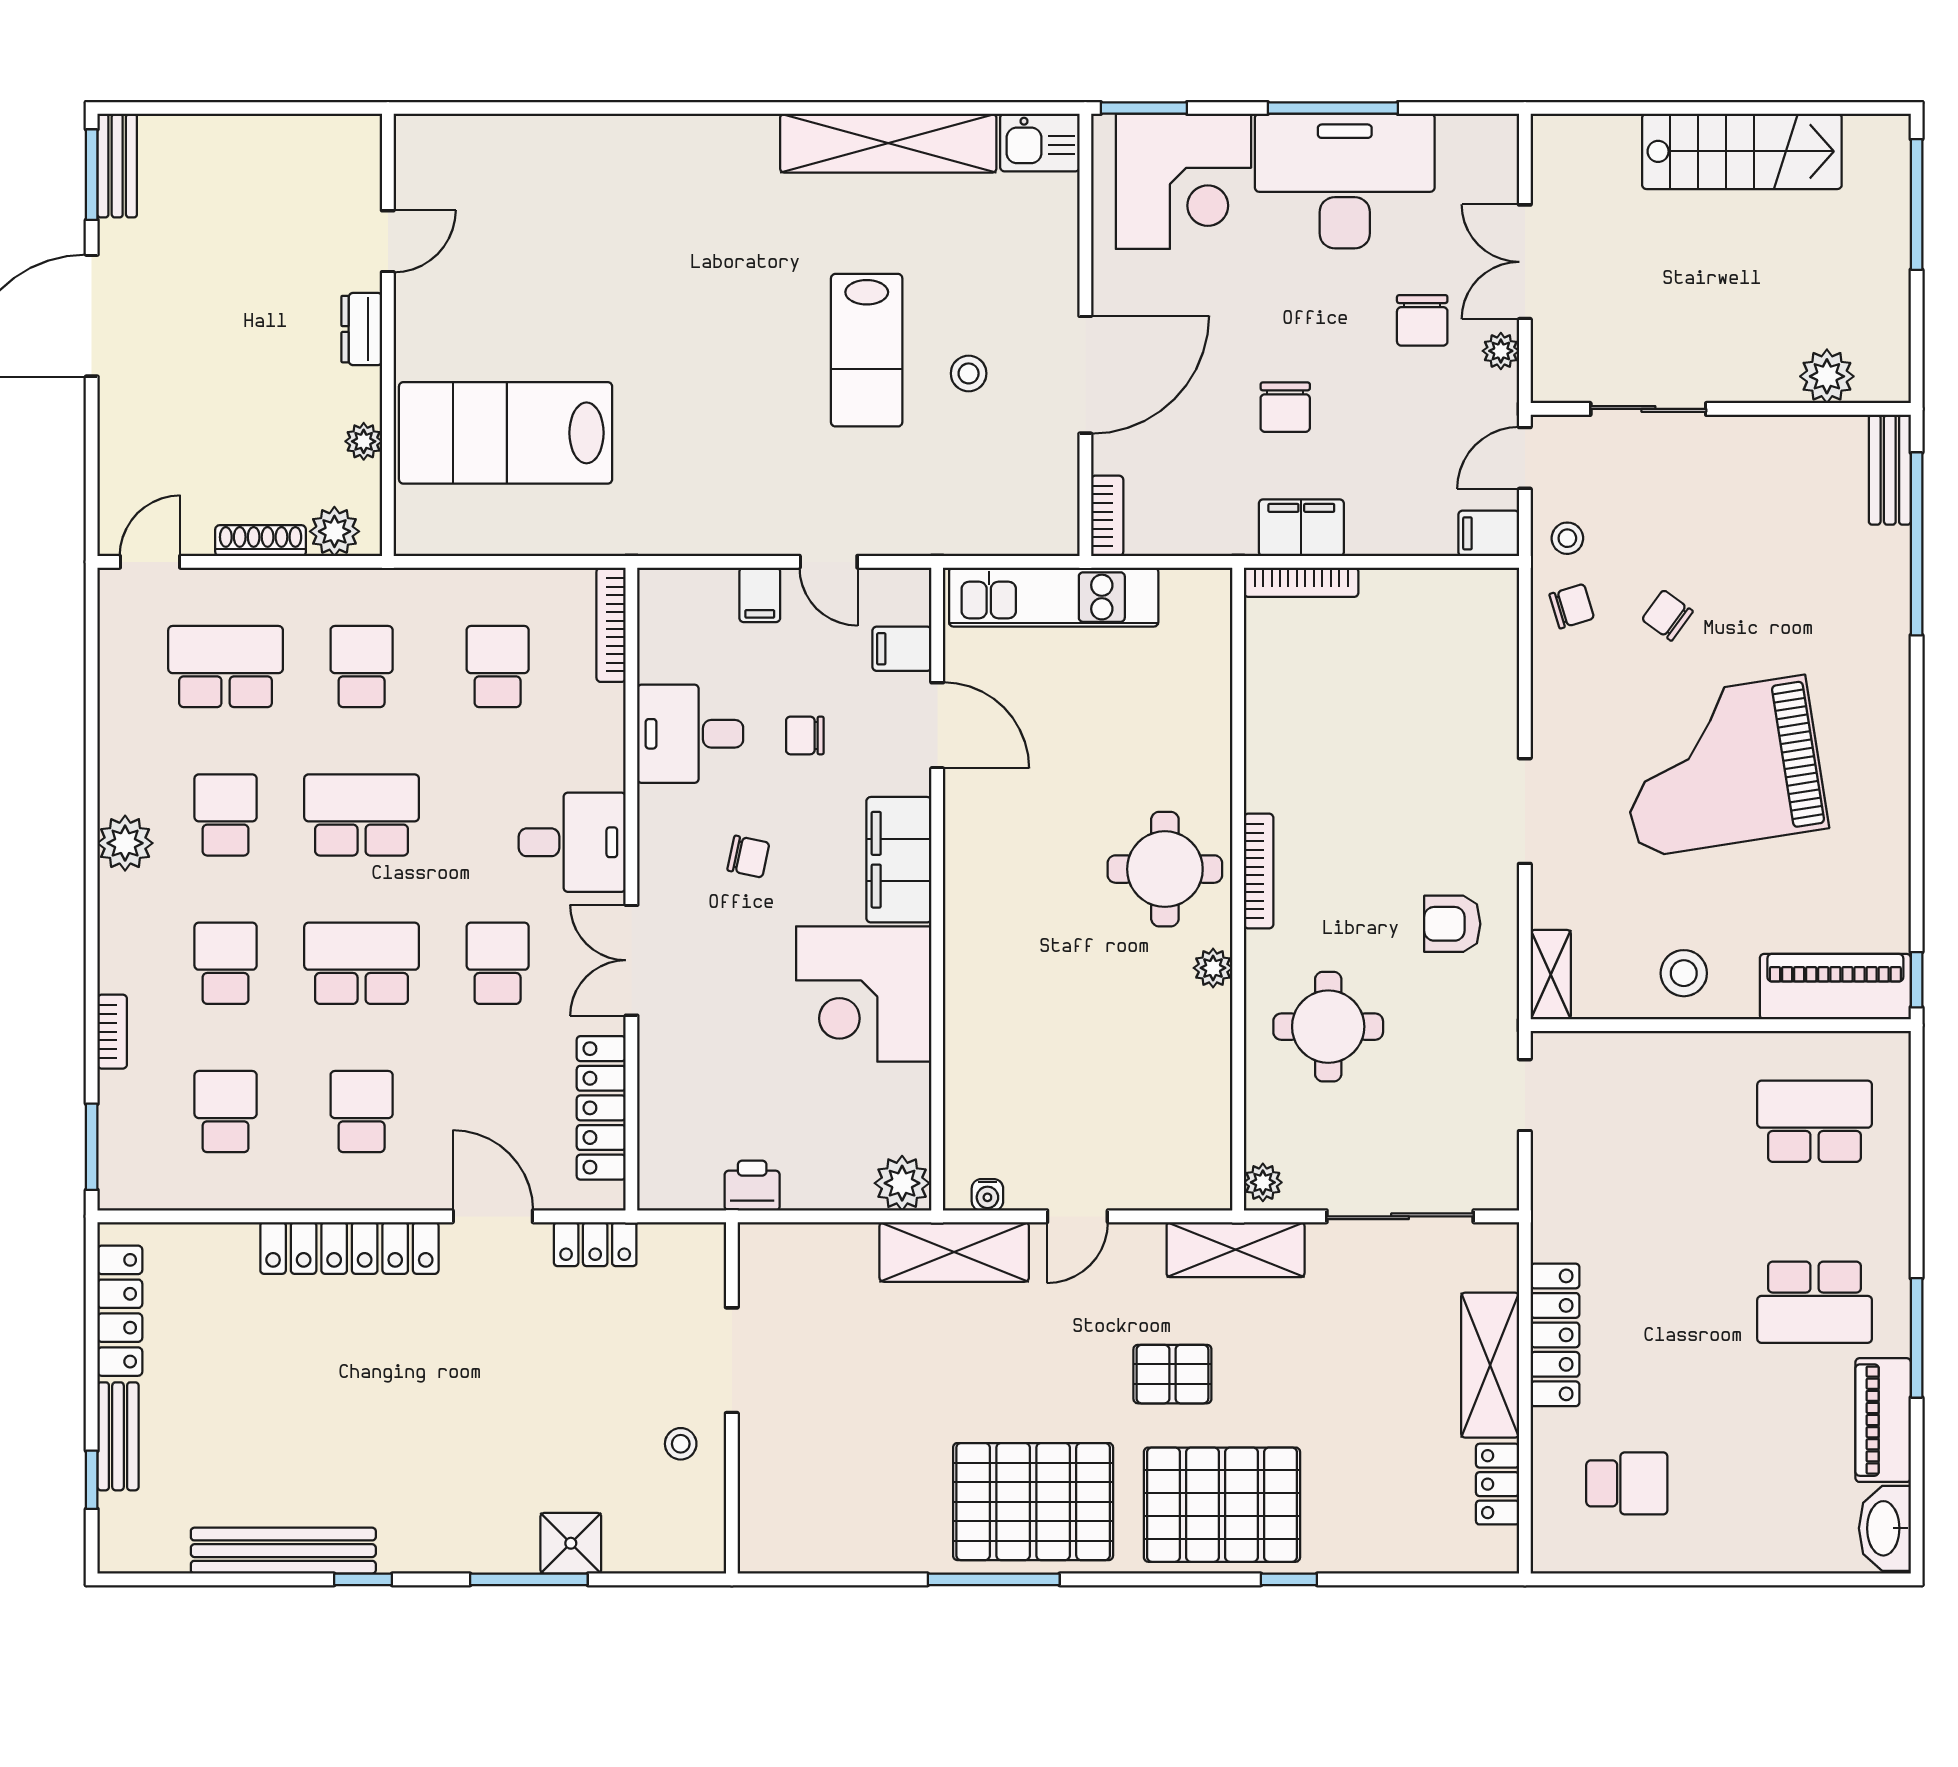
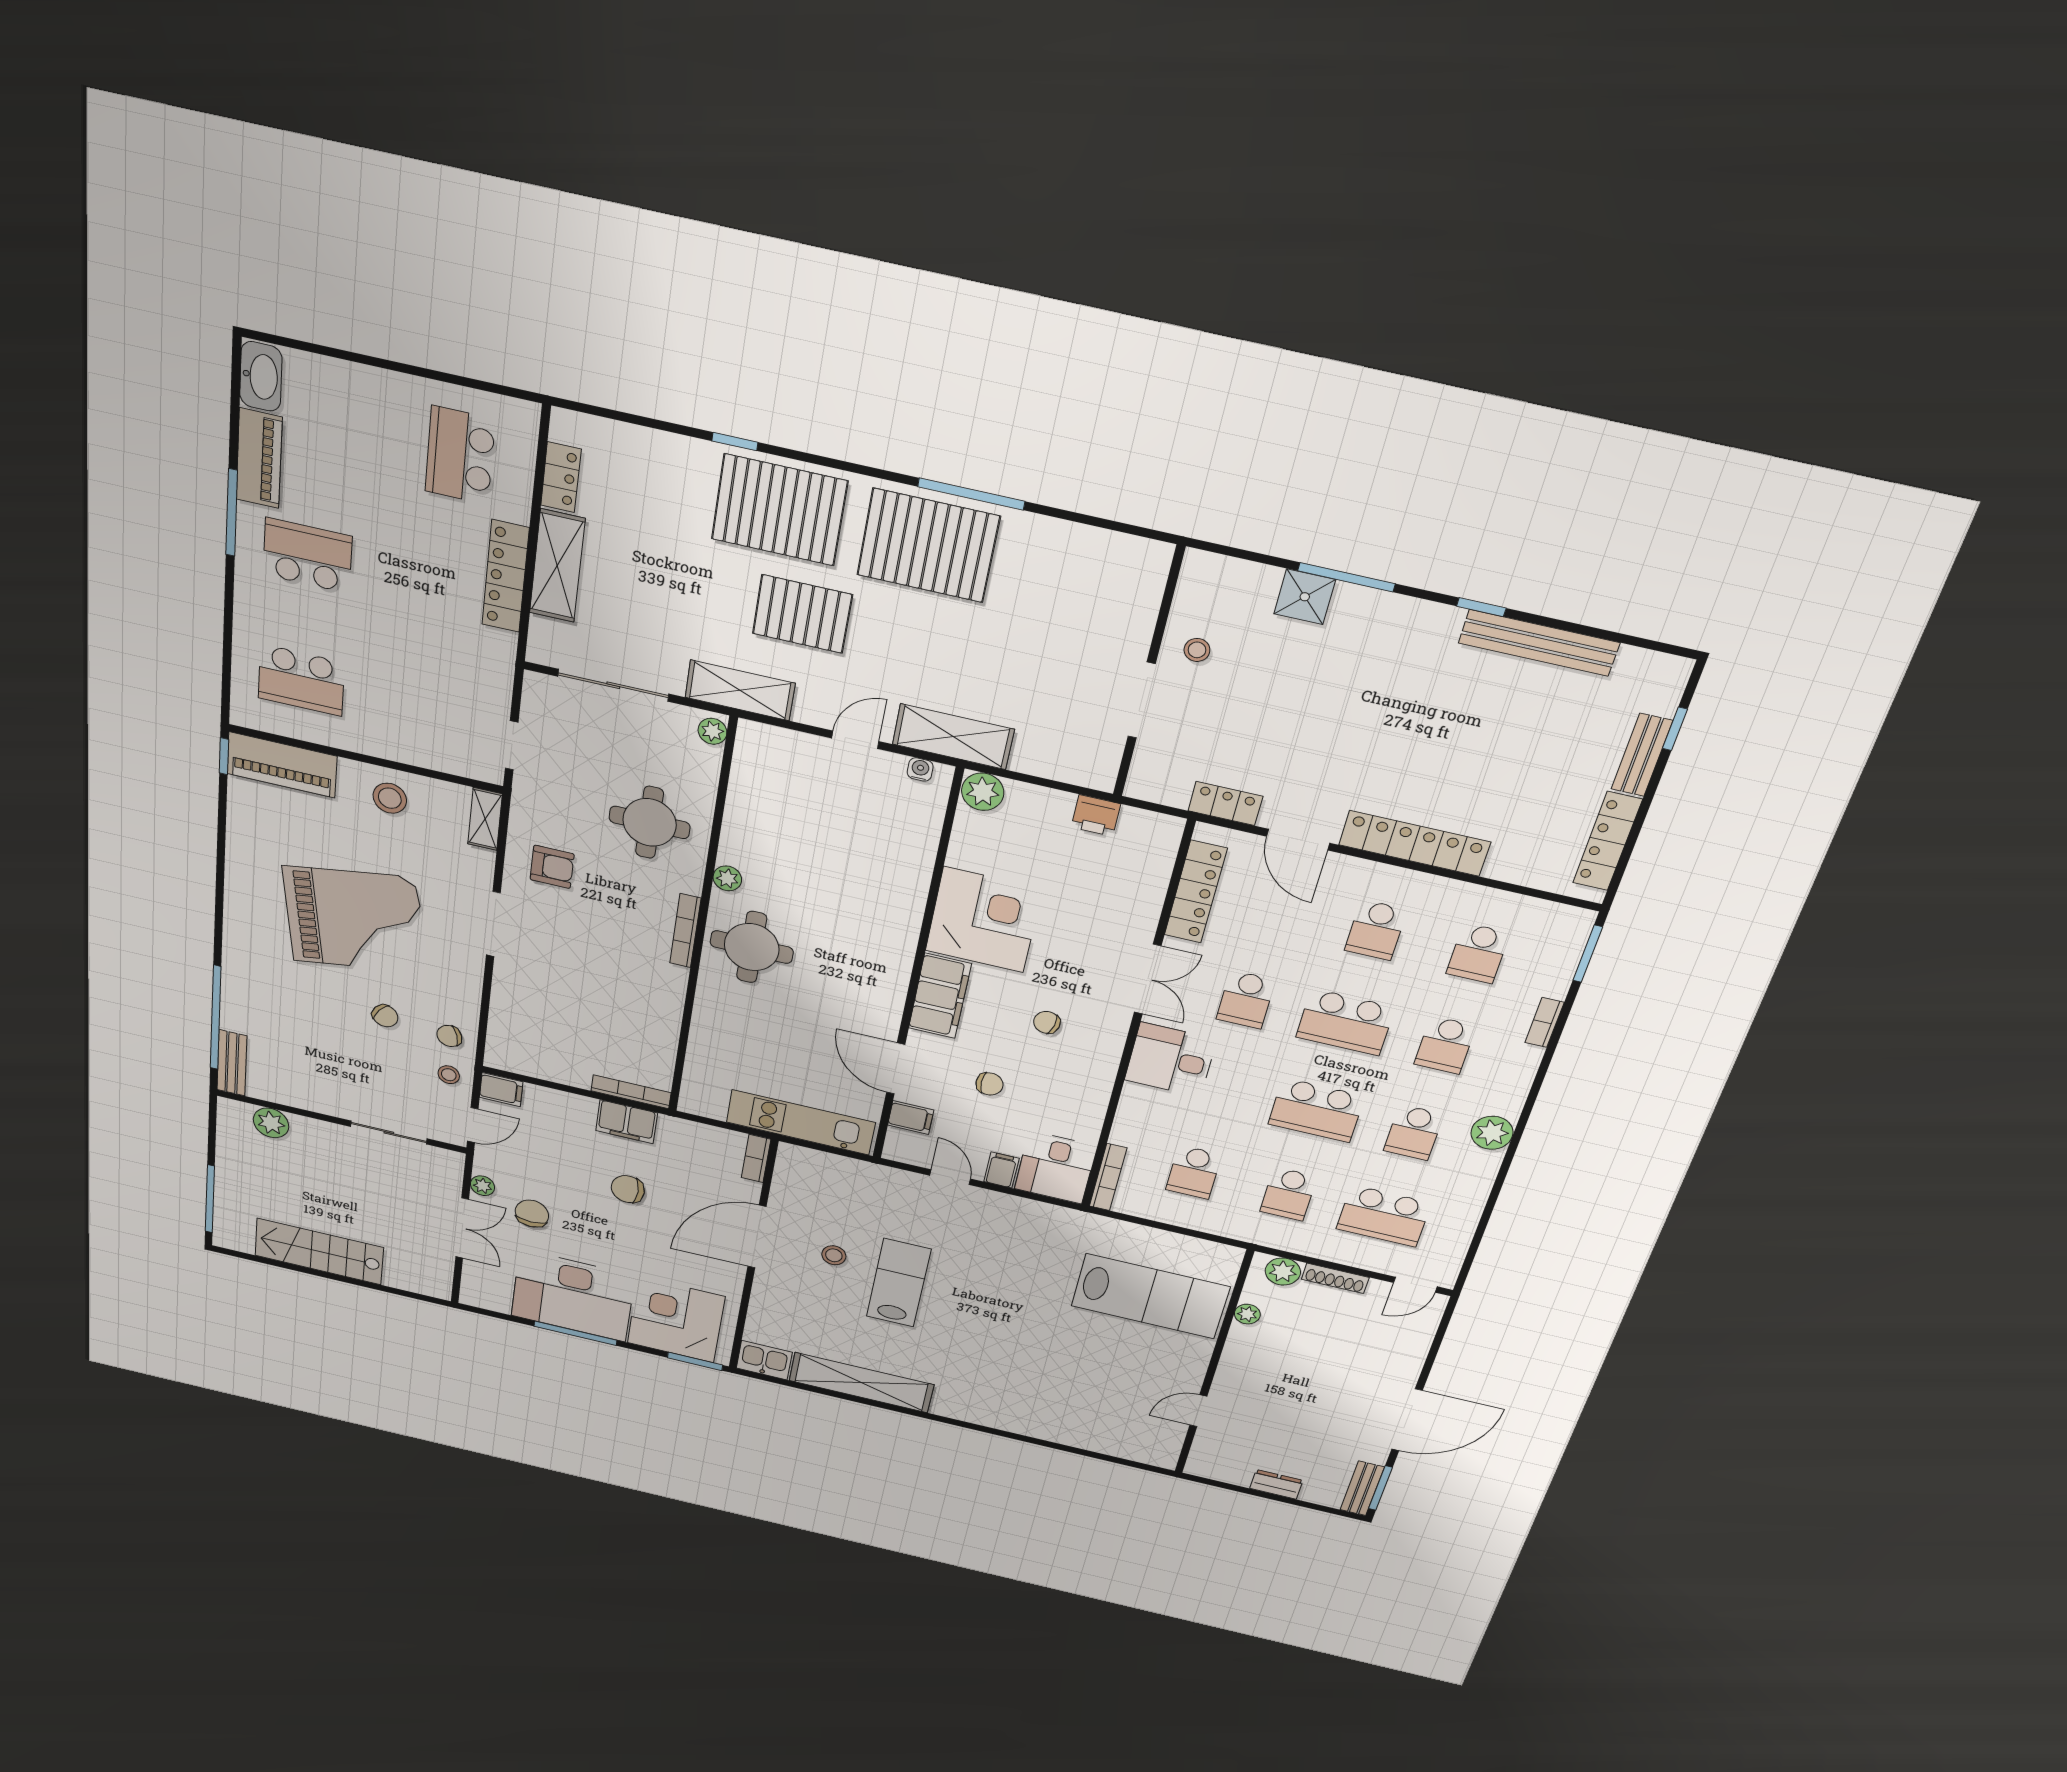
dresser: (362, 329) -> (1276, 1484), moved, turned -90
chair: (1285, 407) -> (628, 1189), turned -90
desk: (690, 734) -> (1056, 1167), moved, turned 90
pallet: (1172, 1374) -> (802, 614), width x1.50, depth x1.42
school desk: (1627, 1483) -> (460, 455), width x1.85

